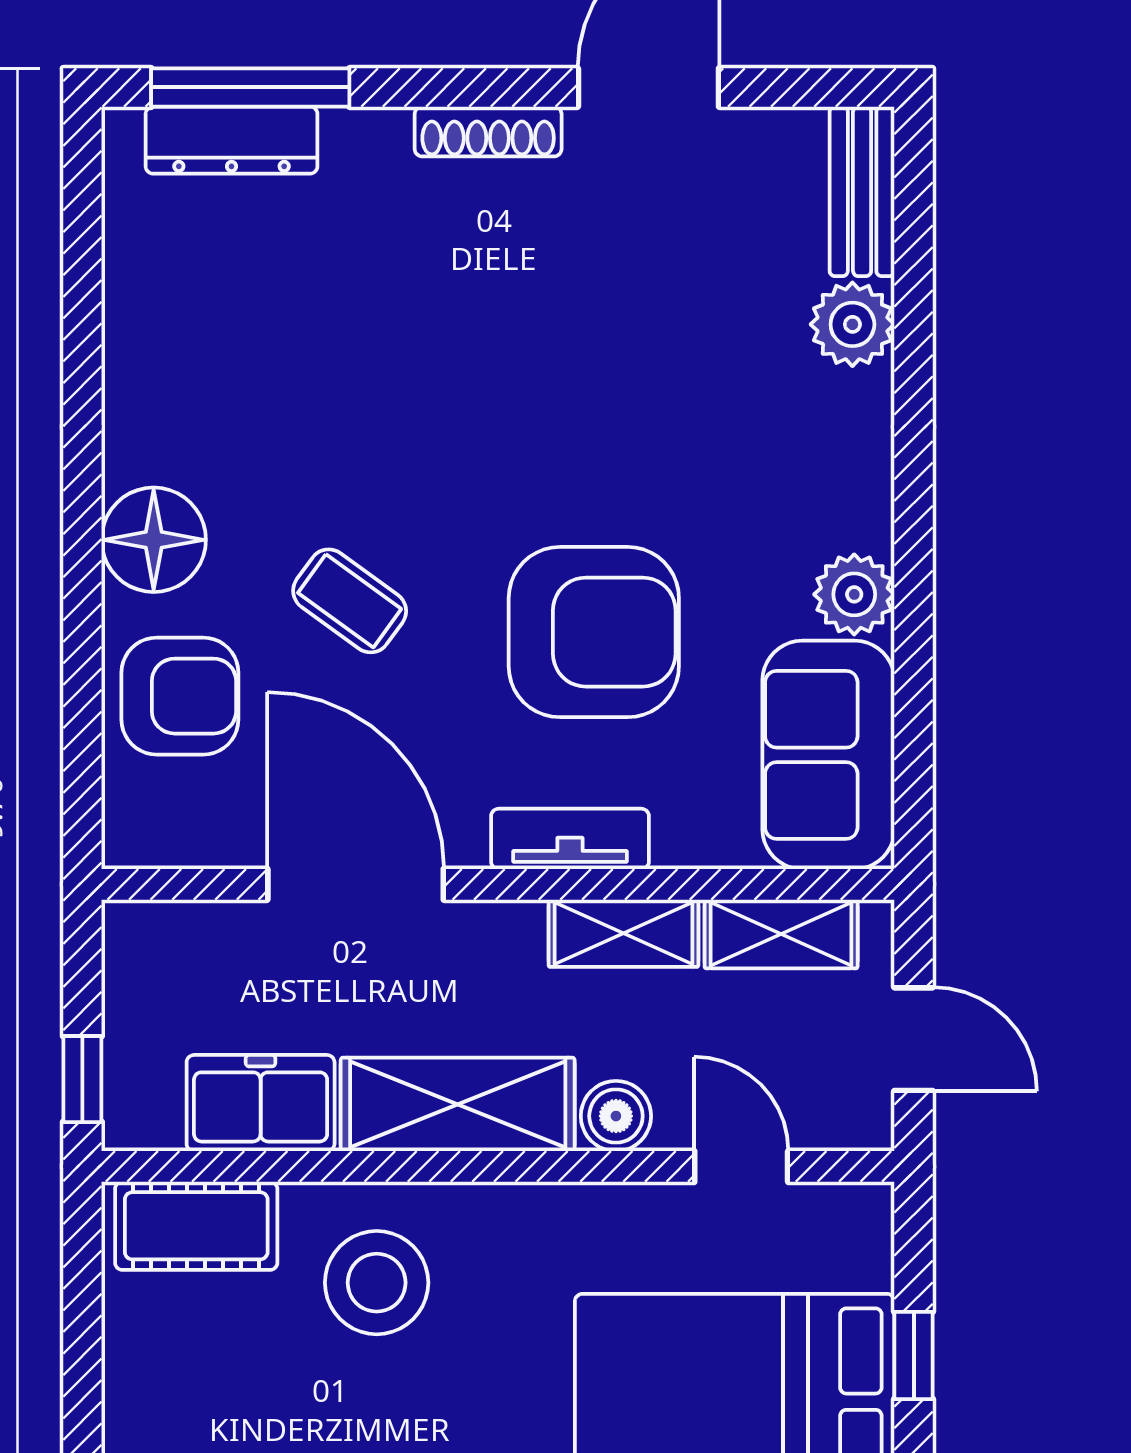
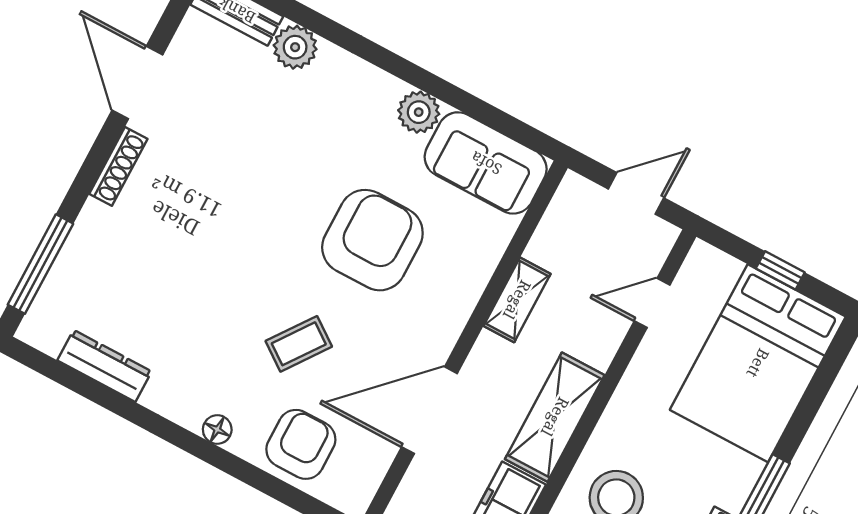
dresser: (232, 140) -> (104, 366), moved, turned -90
floor lamp: (154, 540) -> (217, 430), width x0.53, depth x0.53
tv unit: (570, 839) -> (461, 301), removed
shelving: (781, 934) -> (556, 228), removed
boiler: (616, 1116) -> (599, 348), removed

